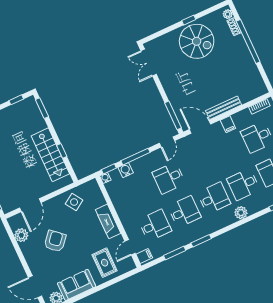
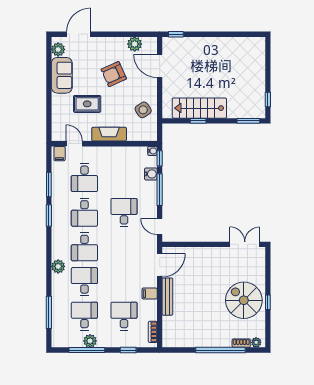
spiral stairs: (197, 41) -> (244, 300), turned 90
window: (173, 115) -> (183, 244), removed
armchair: (55, 241) -> (114, 74), turned 115
rug: (105, 263) -> (87, 104), moved

